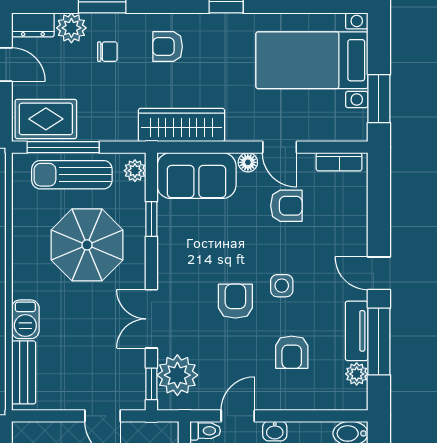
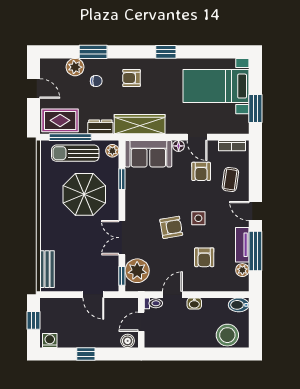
dresser: (33, 25) -> (100, 127), moved, turned 180
armchair: (286, 206) -> (201, 171), turned 90
coffee table: (336, 220) -> (230, 179), added
armchair: (235, 301) -> (171, 227), turned 80
barbecue: (25, 319) -> (48, 238), removed

